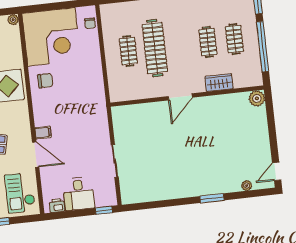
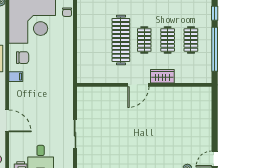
clothes rail: (128, 51) -> (144, 40), moved
wardrobe: (219, 83) -> (162, 76), moved
plant: (257, 98) -> (205, 94), removed
filing cabinet: (43, 133) -> (16, 77), moved

